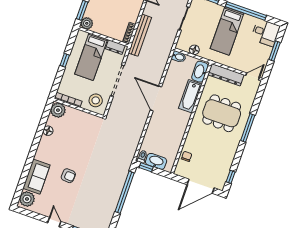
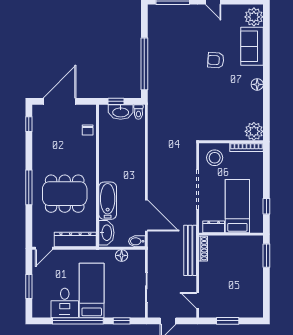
plant: (87, 23) -> (256, 243), removed
desk: (265, 33) -> (65, 303), moved, turned -90
window: (65, 60) -> (266, 206), moved
door: (156, 98) -> (146, 215), moved
floor lamp: (48, 131) -> (257, 84), moved
window: (146, 167) -> (116, 101), moved

